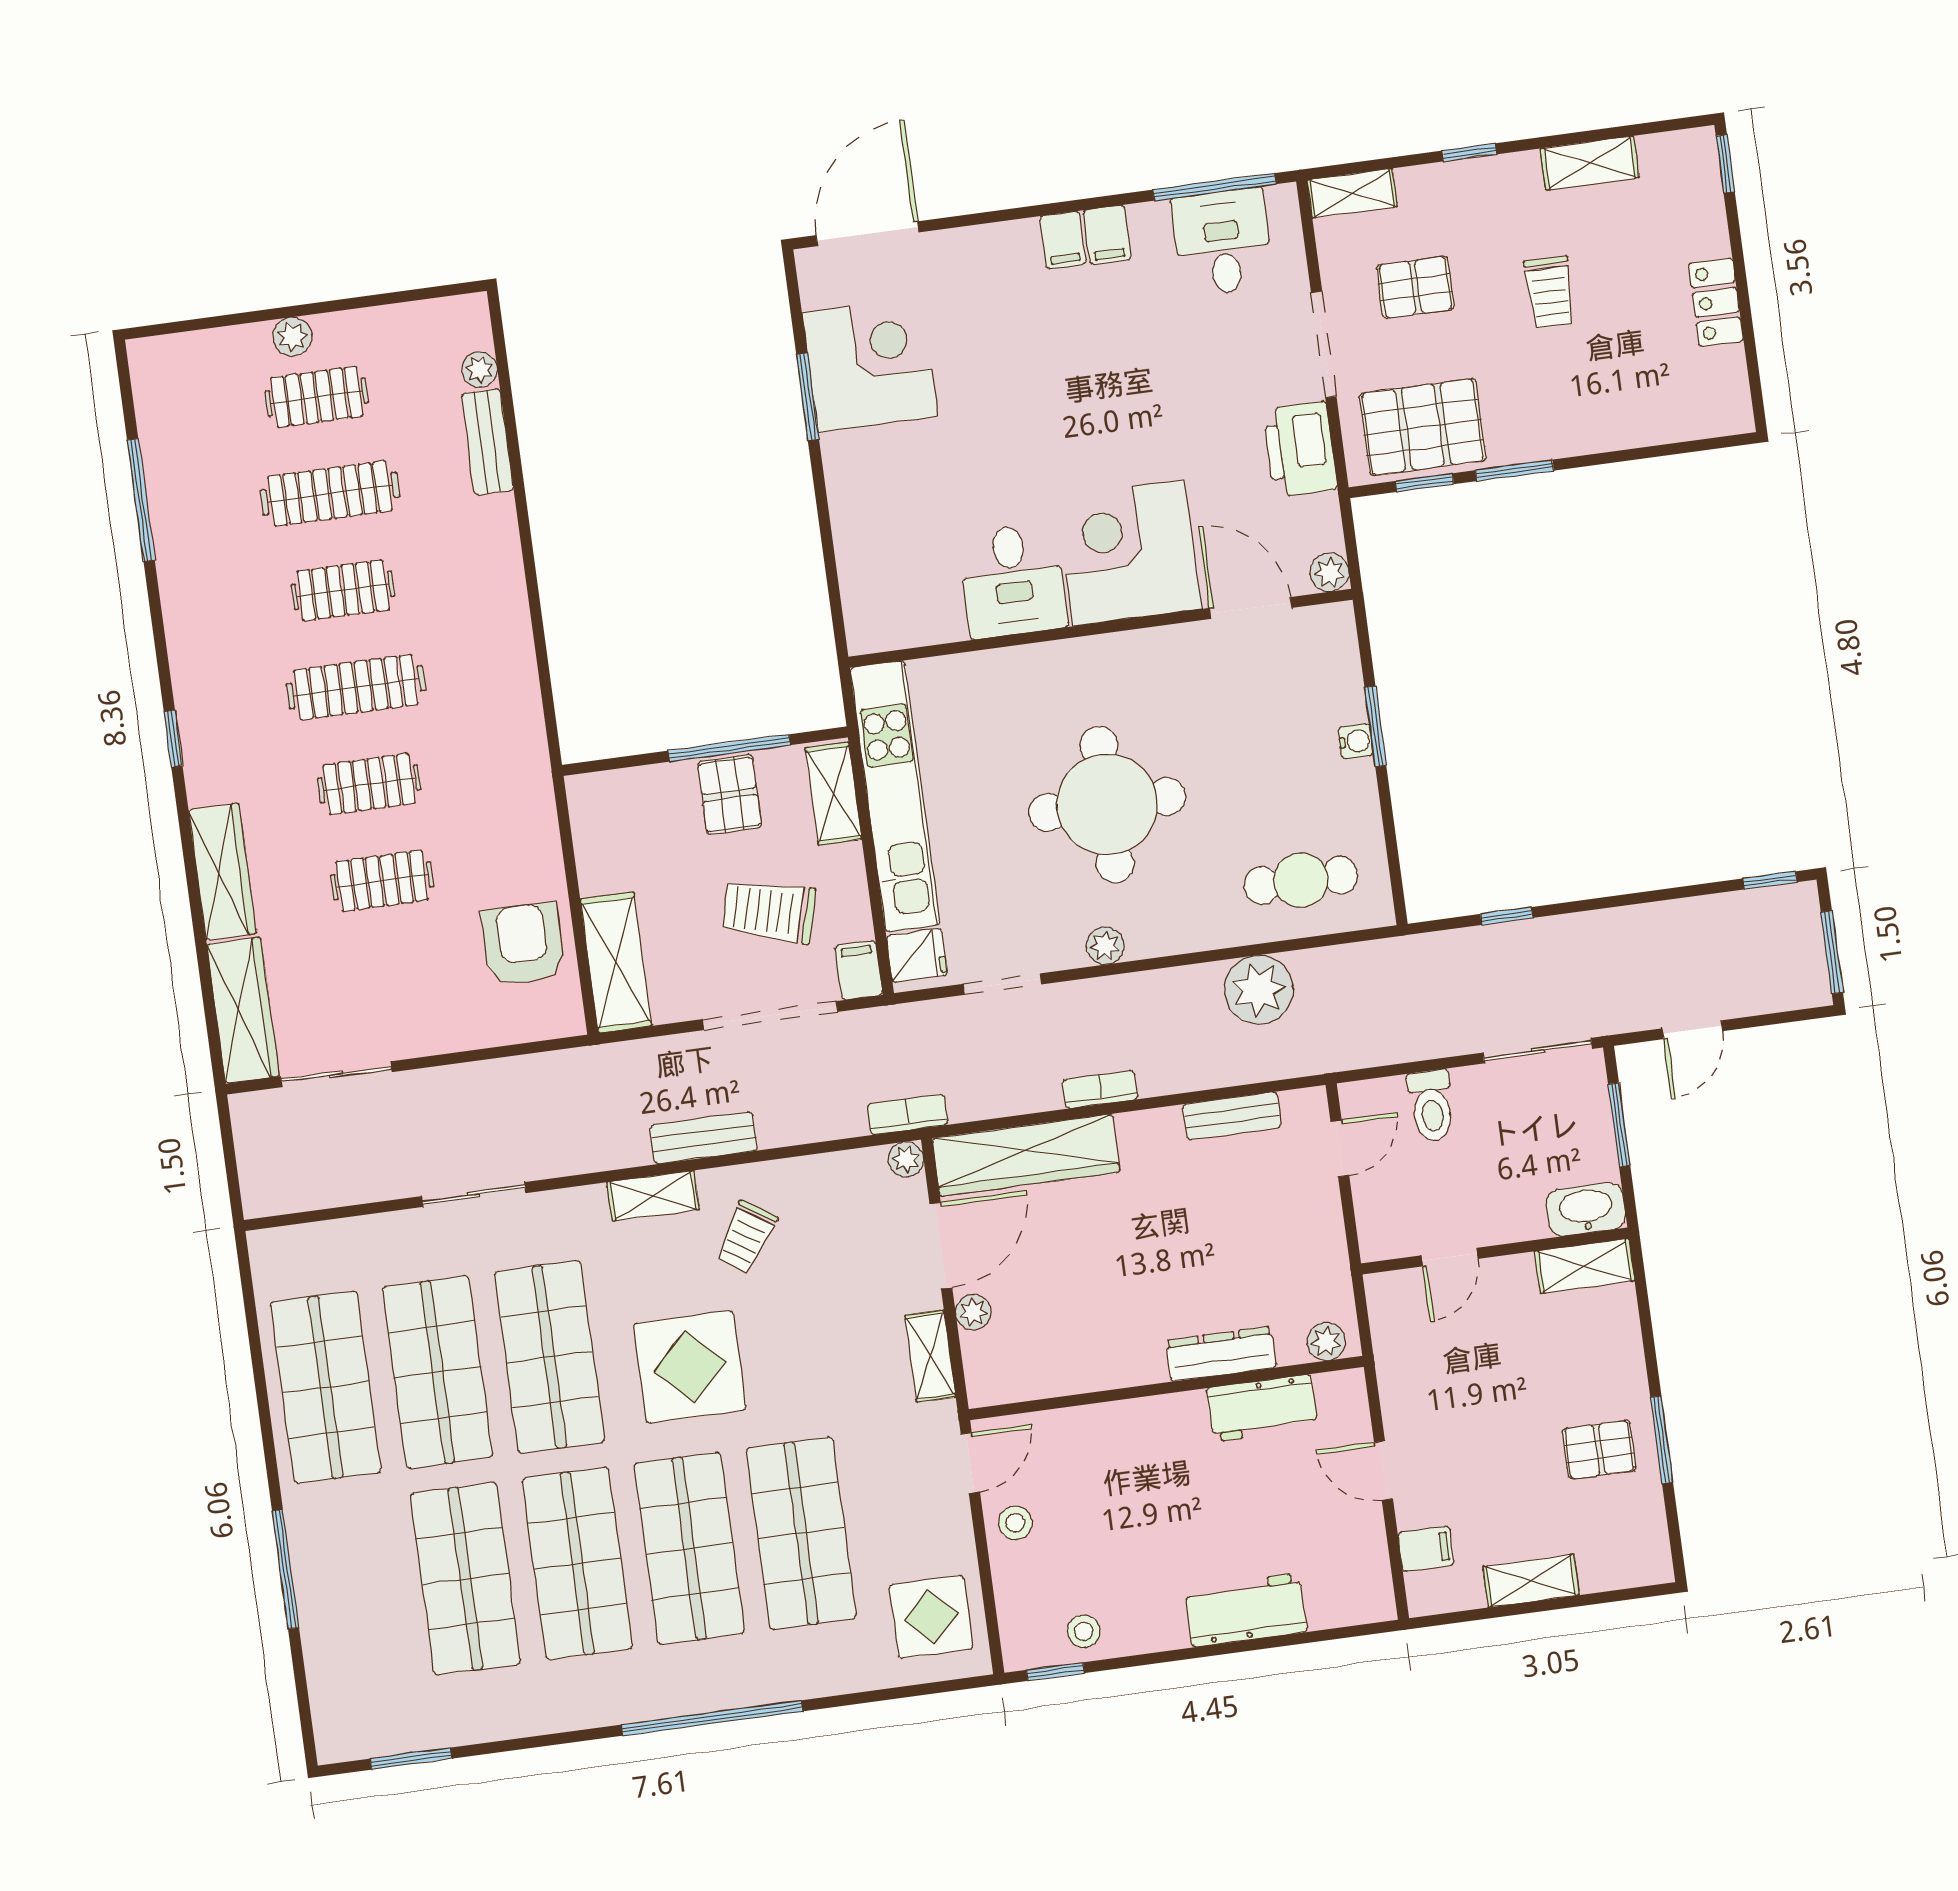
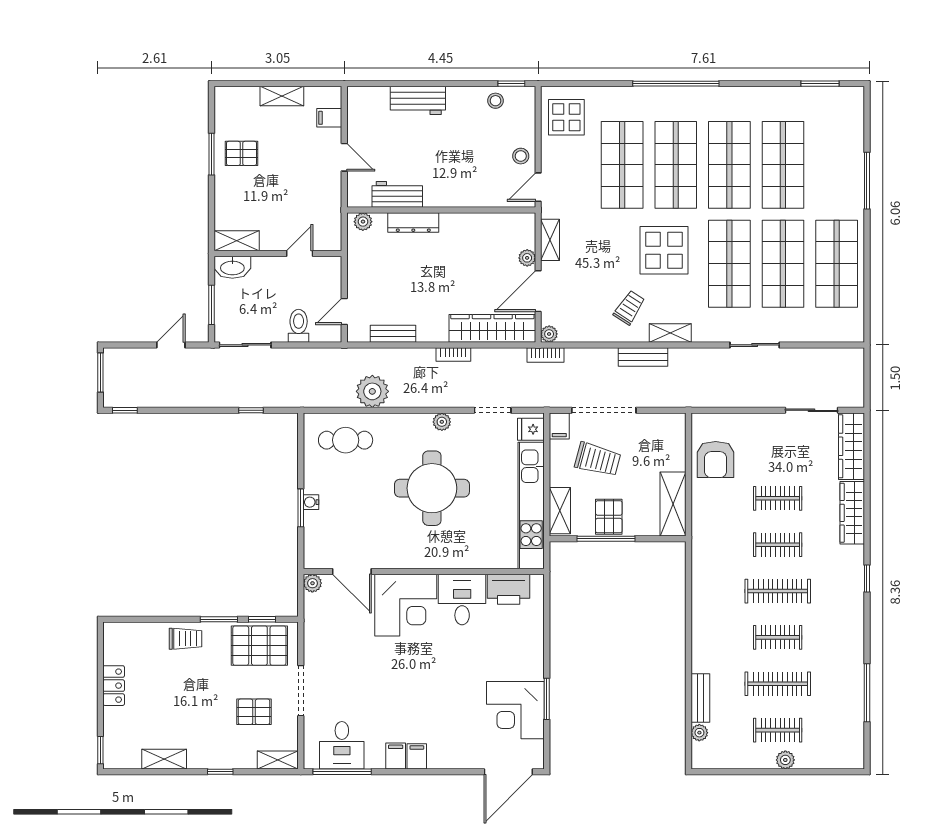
trolley: (1550, 292) -> (186, 639), moved, turned 90
printer: (1300, 449) -> (509, 589), moved, turned 90
shelving: (616, 963) -> (673, 504), moved

